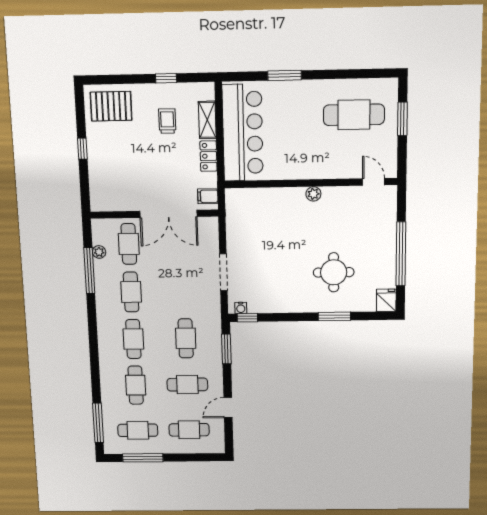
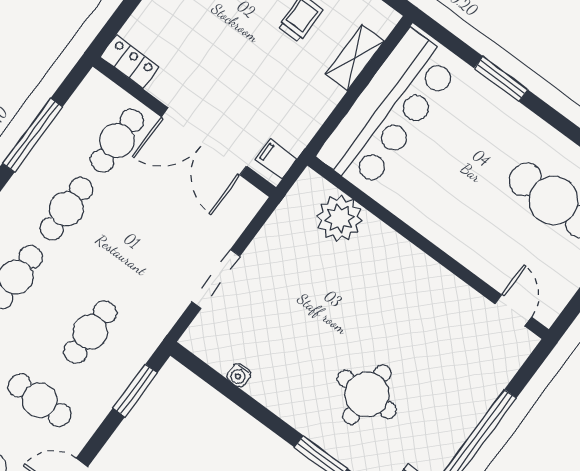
locker: (209, 156) -> (130, 62), moved, turned 90
plant: (313, 194) -> (339, 218), moved, width x1.88, depth x1.88
plant: (99, 252) -> (67, 120), removed
water cooler: (241, 308) -> (239, 375), moved
window: (247, 318) -> (199, 368), removed

